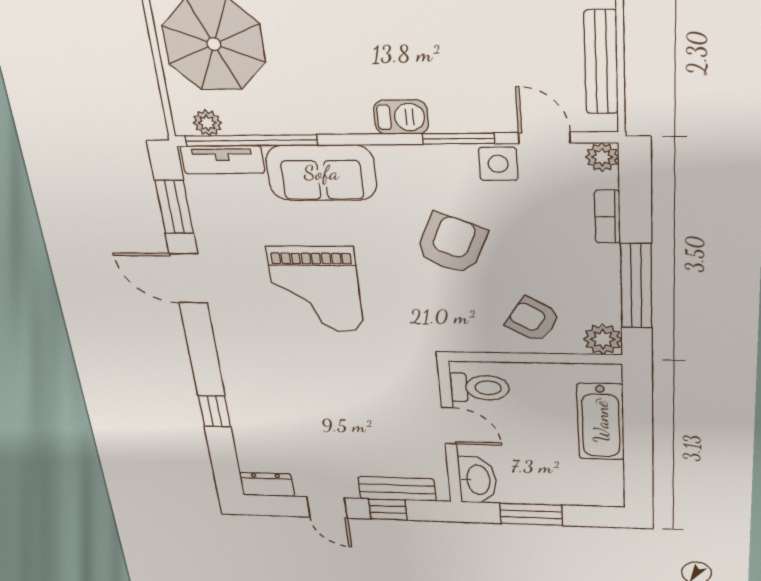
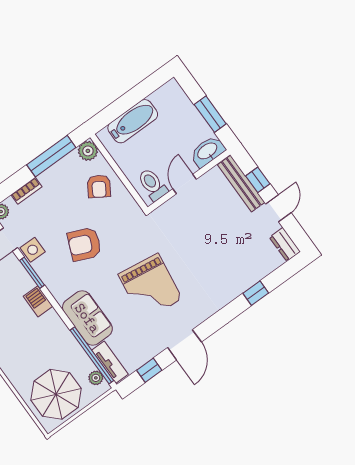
window: (174, 207) -> (149, 370), width x0.67
grand piano: (315, 289) -> (150, 287), turned 98
bench: (397, 489) -> (241, 184), width x1.36

